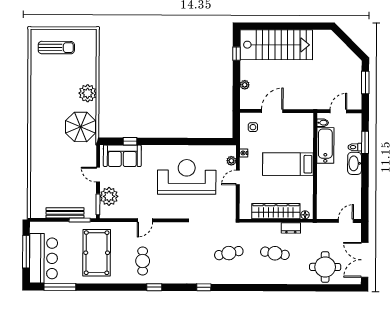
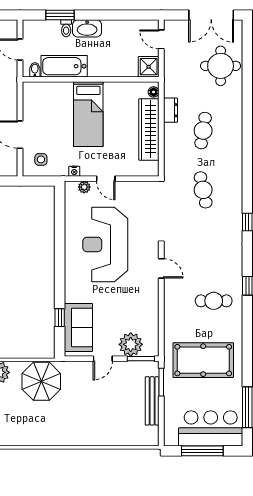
shower: (325, 211) -> (149, 67), added
door: (145, 220) -> (161, 268), moved

